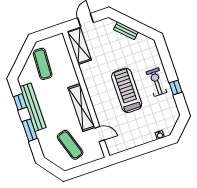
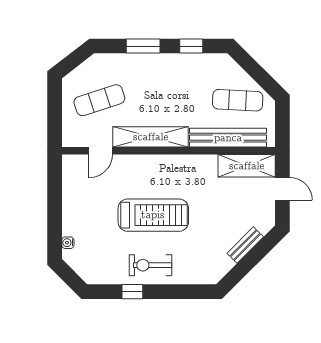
exercise bike: (156, 82) -> (150, 265), turned 180
bench: (33, 107) -> (228, 138), moved

